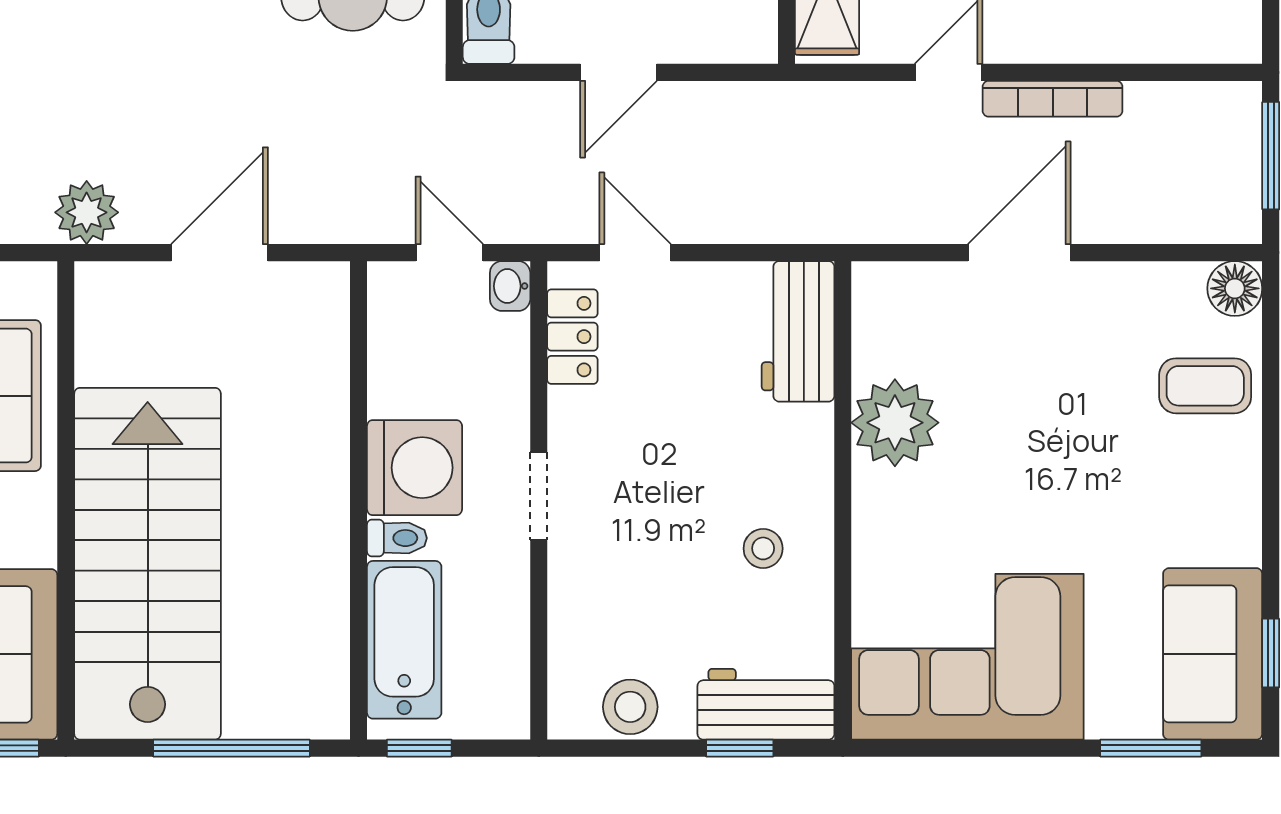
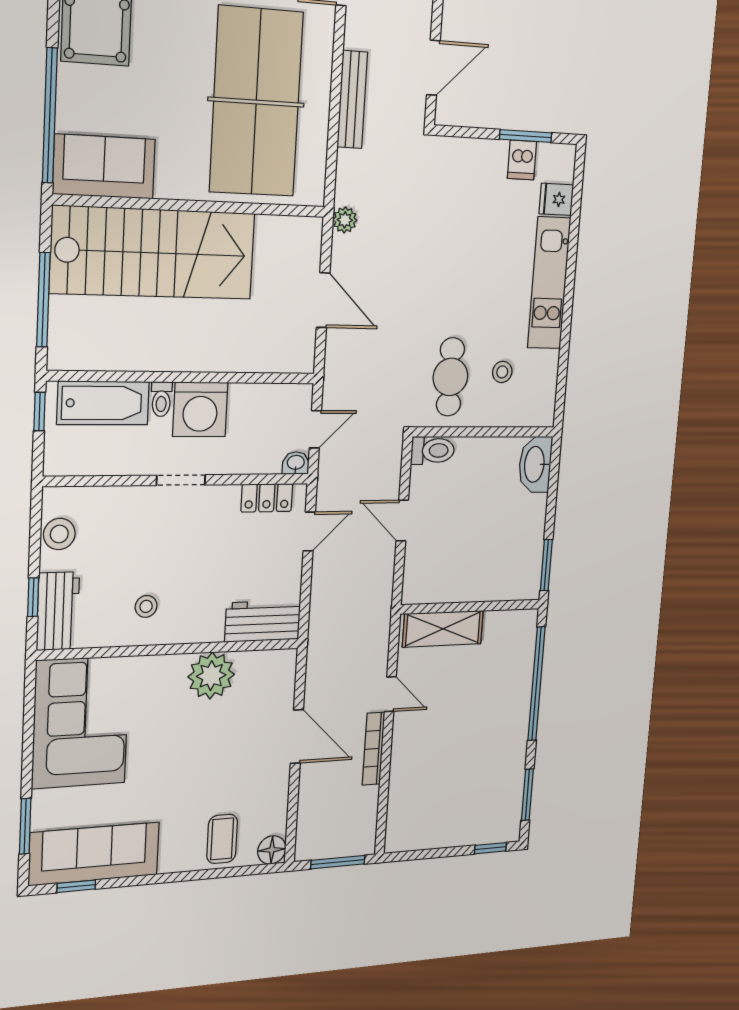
plant: (87, 212) -> (345, 220), width x0.73, depth x0.73
sofa: (1213, 654) -> (94, 854), width x1.36

